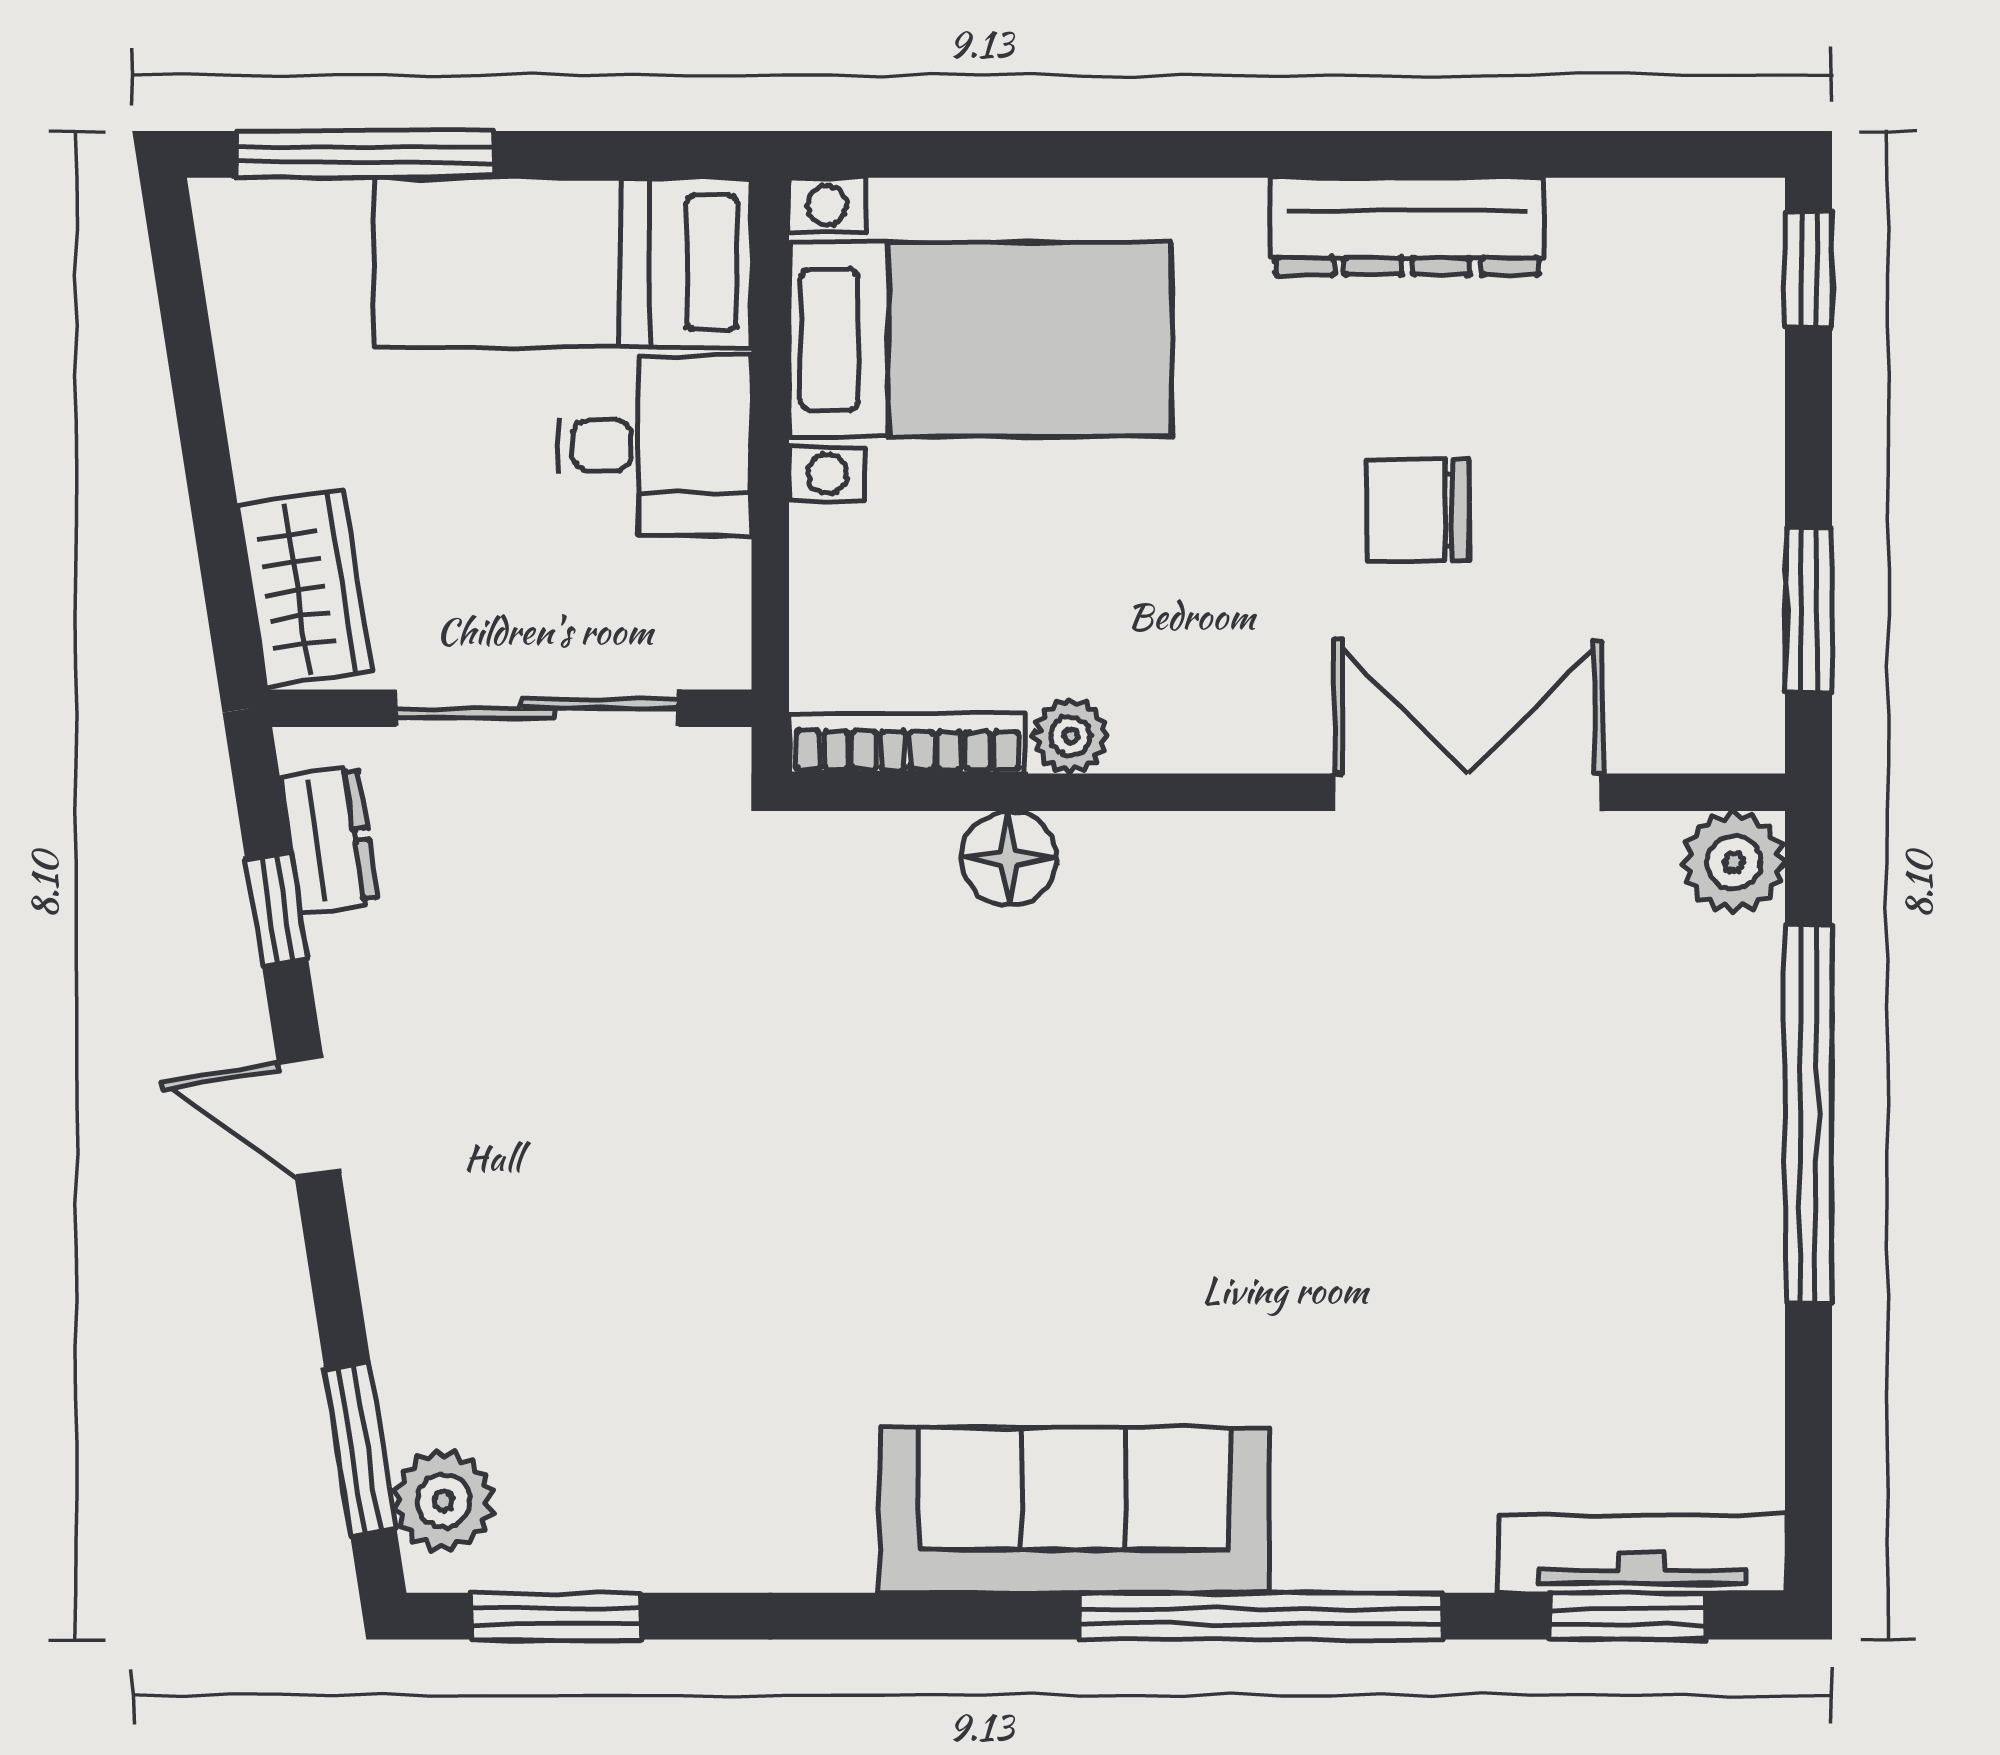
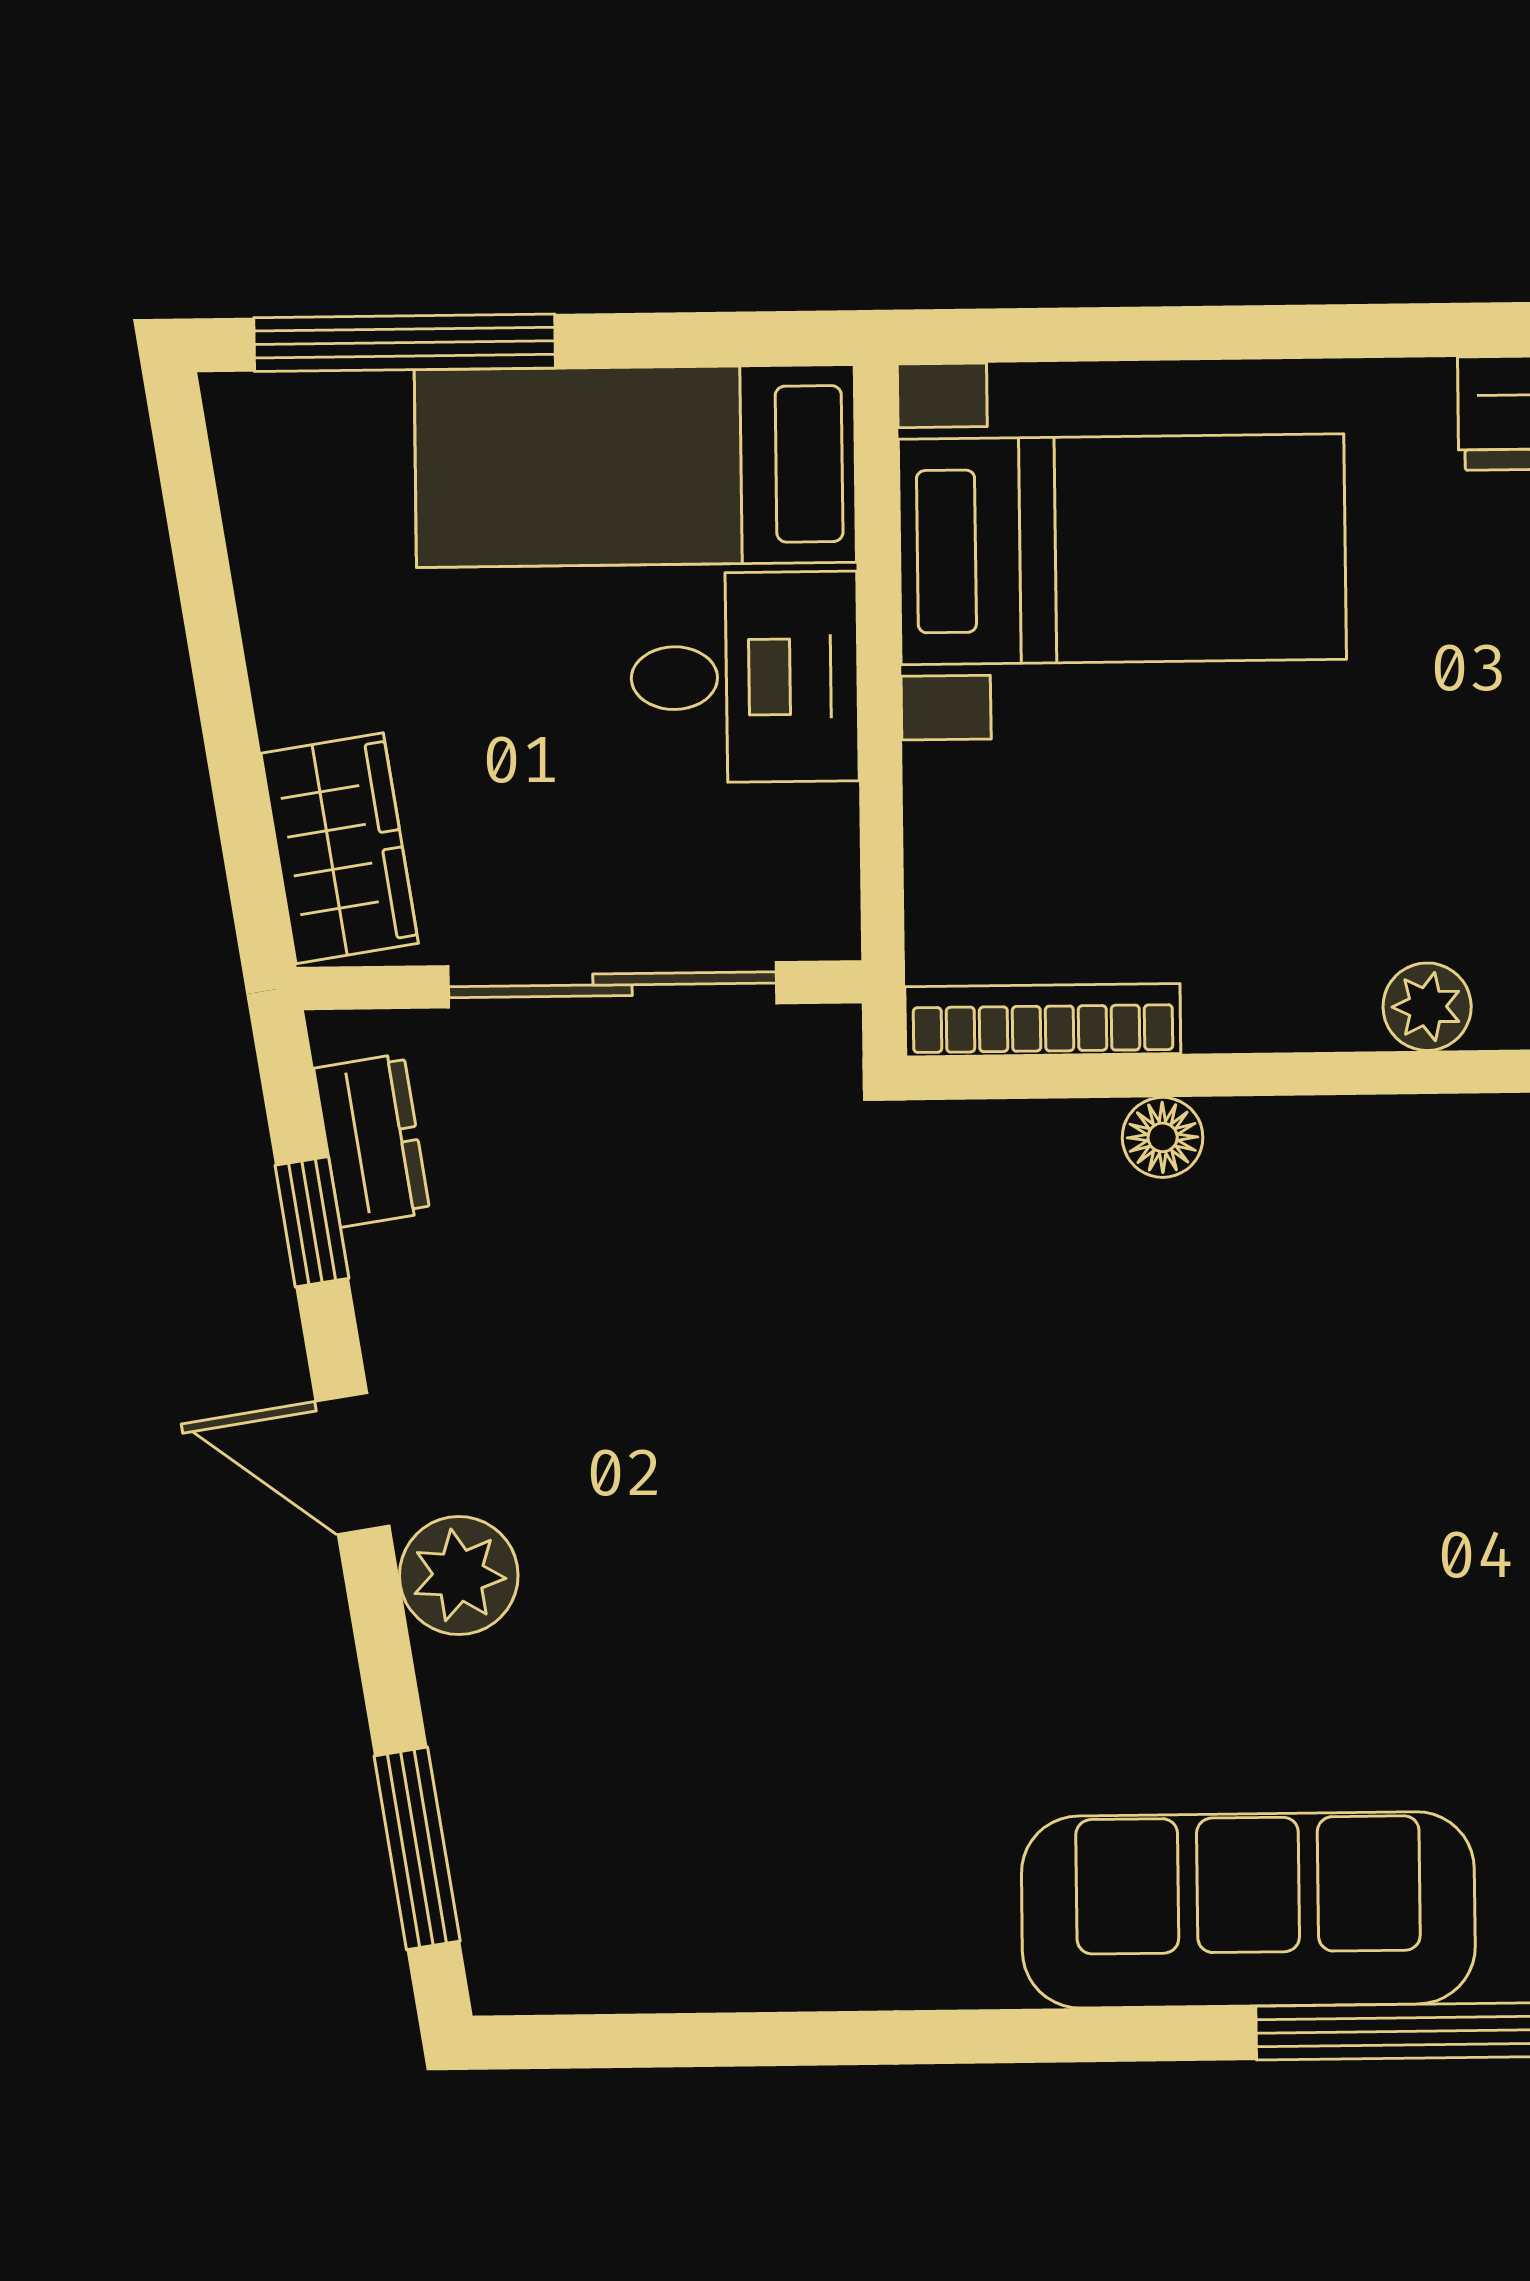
plant: (1070, 736) -> (1427, 1007), moved
floor lamp: (1009, 858) -> (1163, 1137), width x0.73, depth x0.73
plant: (444, 1501) -> (459, 1575), moved
window: (556, 1616) -> (647, 2041), removed

